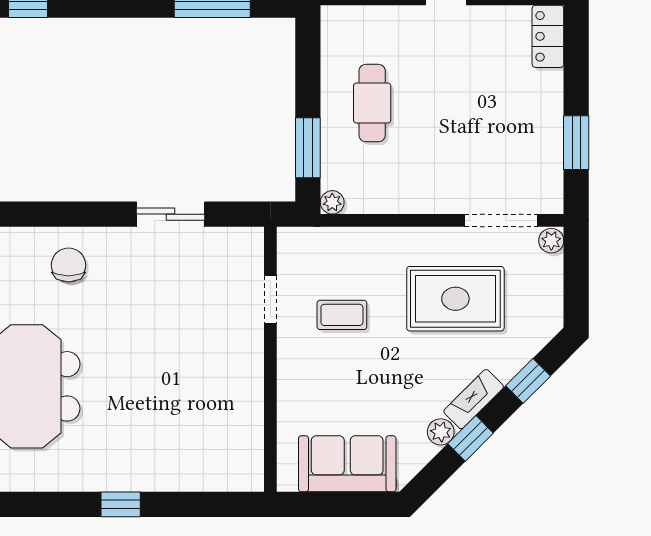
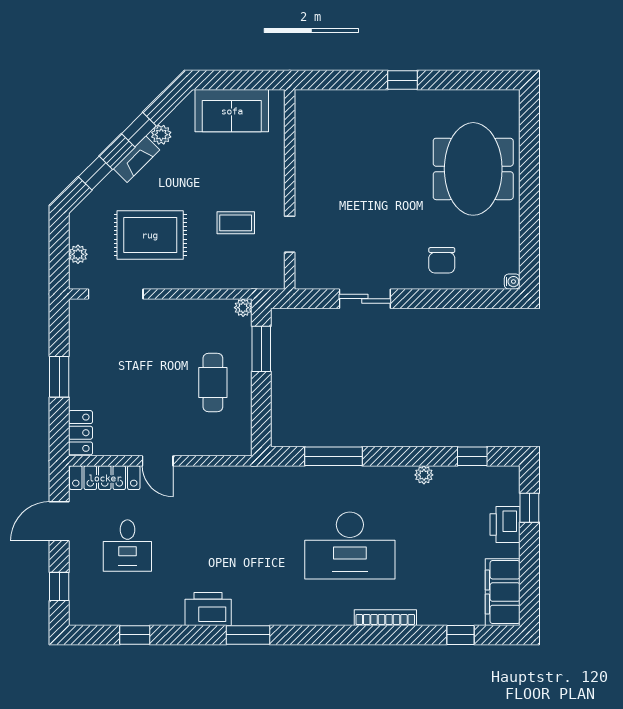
window: (576, 143) -> (59, 377), moved
plant: (551, 241) -> (78, 254), moved

